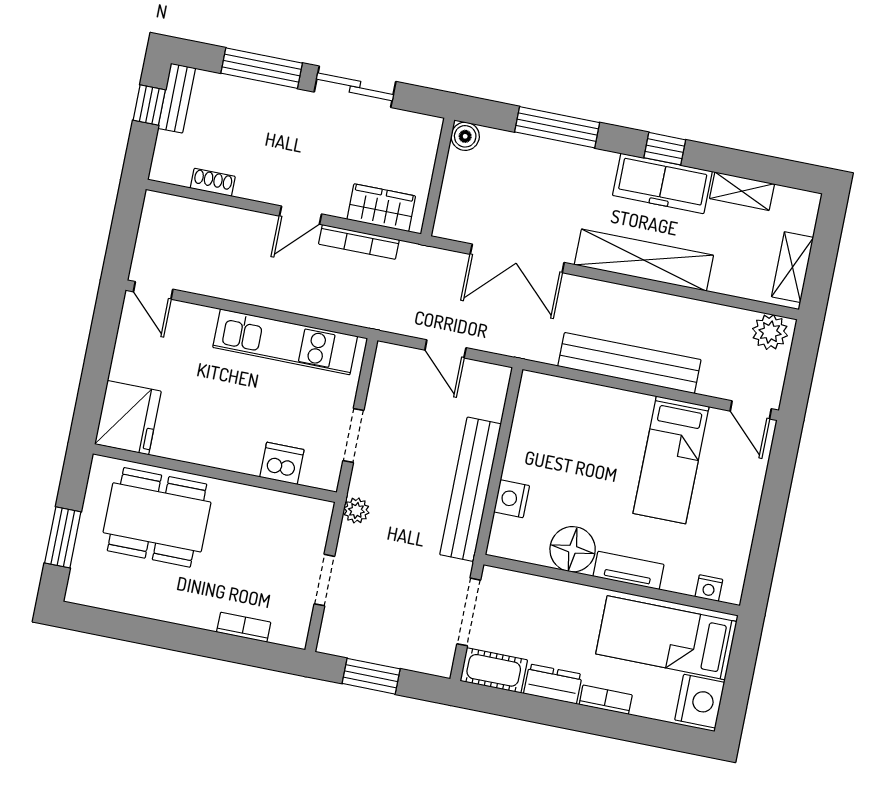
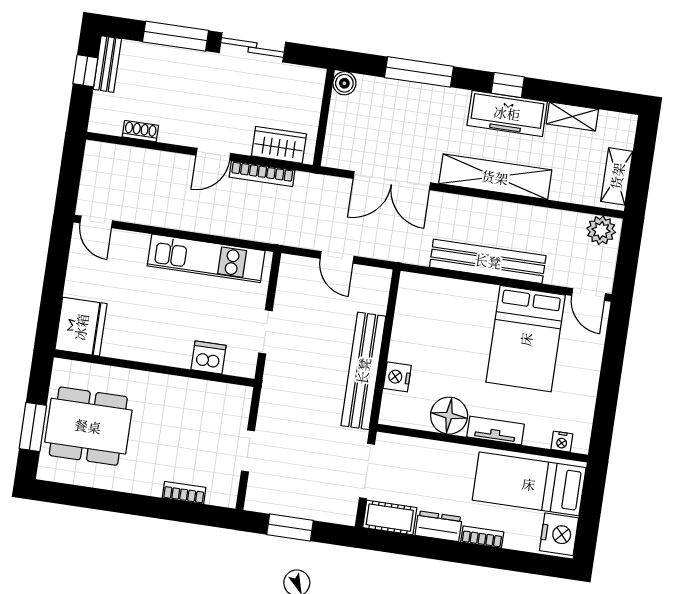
bed: (671, 460) -> (526, 339), width x1.50
plant: (356, 510) -> (271, 393), removed
dining table: (157, 517) -> (88, 426), moved

